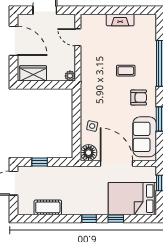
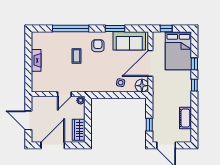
door: (78, 37) -> (64, 94), moved

